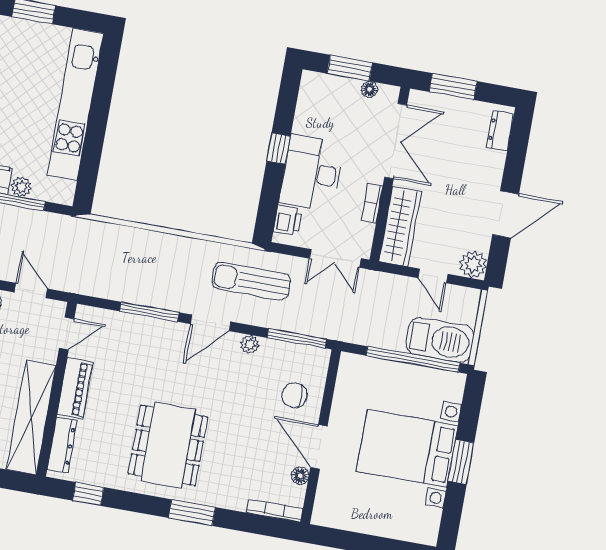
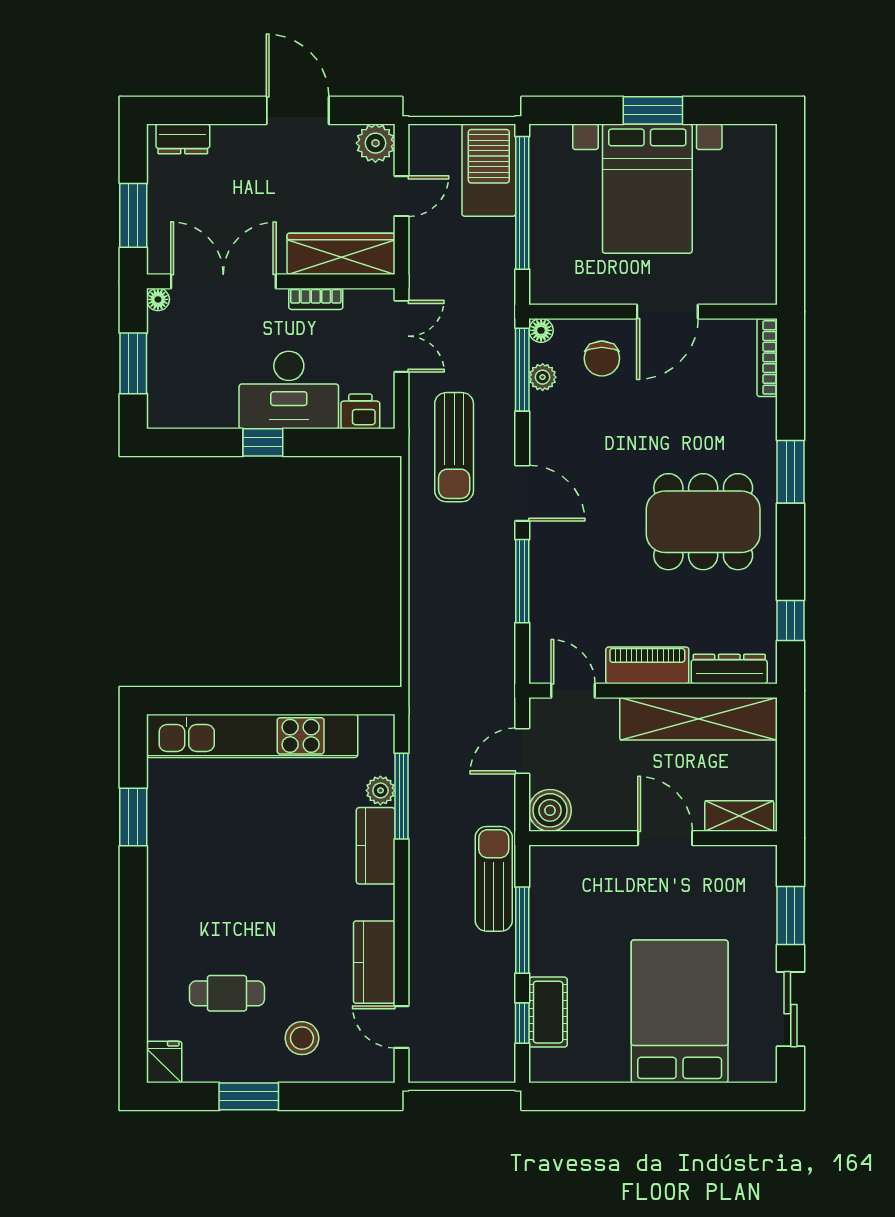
floor lamp: (369, 89) -> (158, 299), moved
plant: (250, 344) -> (543, 377), moved
floor lamp: (300, 476) -> (541, 330), moved

